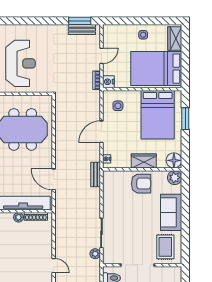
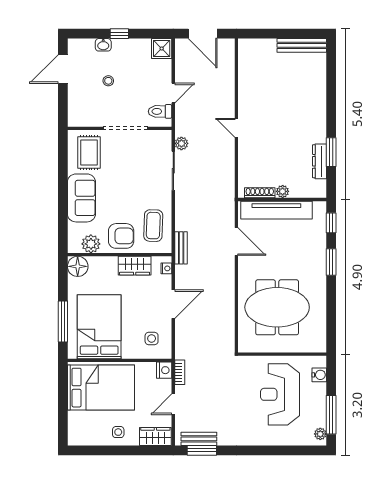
wardrobe: (175, 39) -> (155, 436), moved, turned -90
window: (185, 119) -> (63, 322), width x1.44
wardrobe: (144, 161) -> (135, 266), moved
plant: (175, 178) -> (91, 244), moved
armchair: (141, 184) -> (121, 236), turned 180
coffee table: (117, 191) -> (153, 226), added

